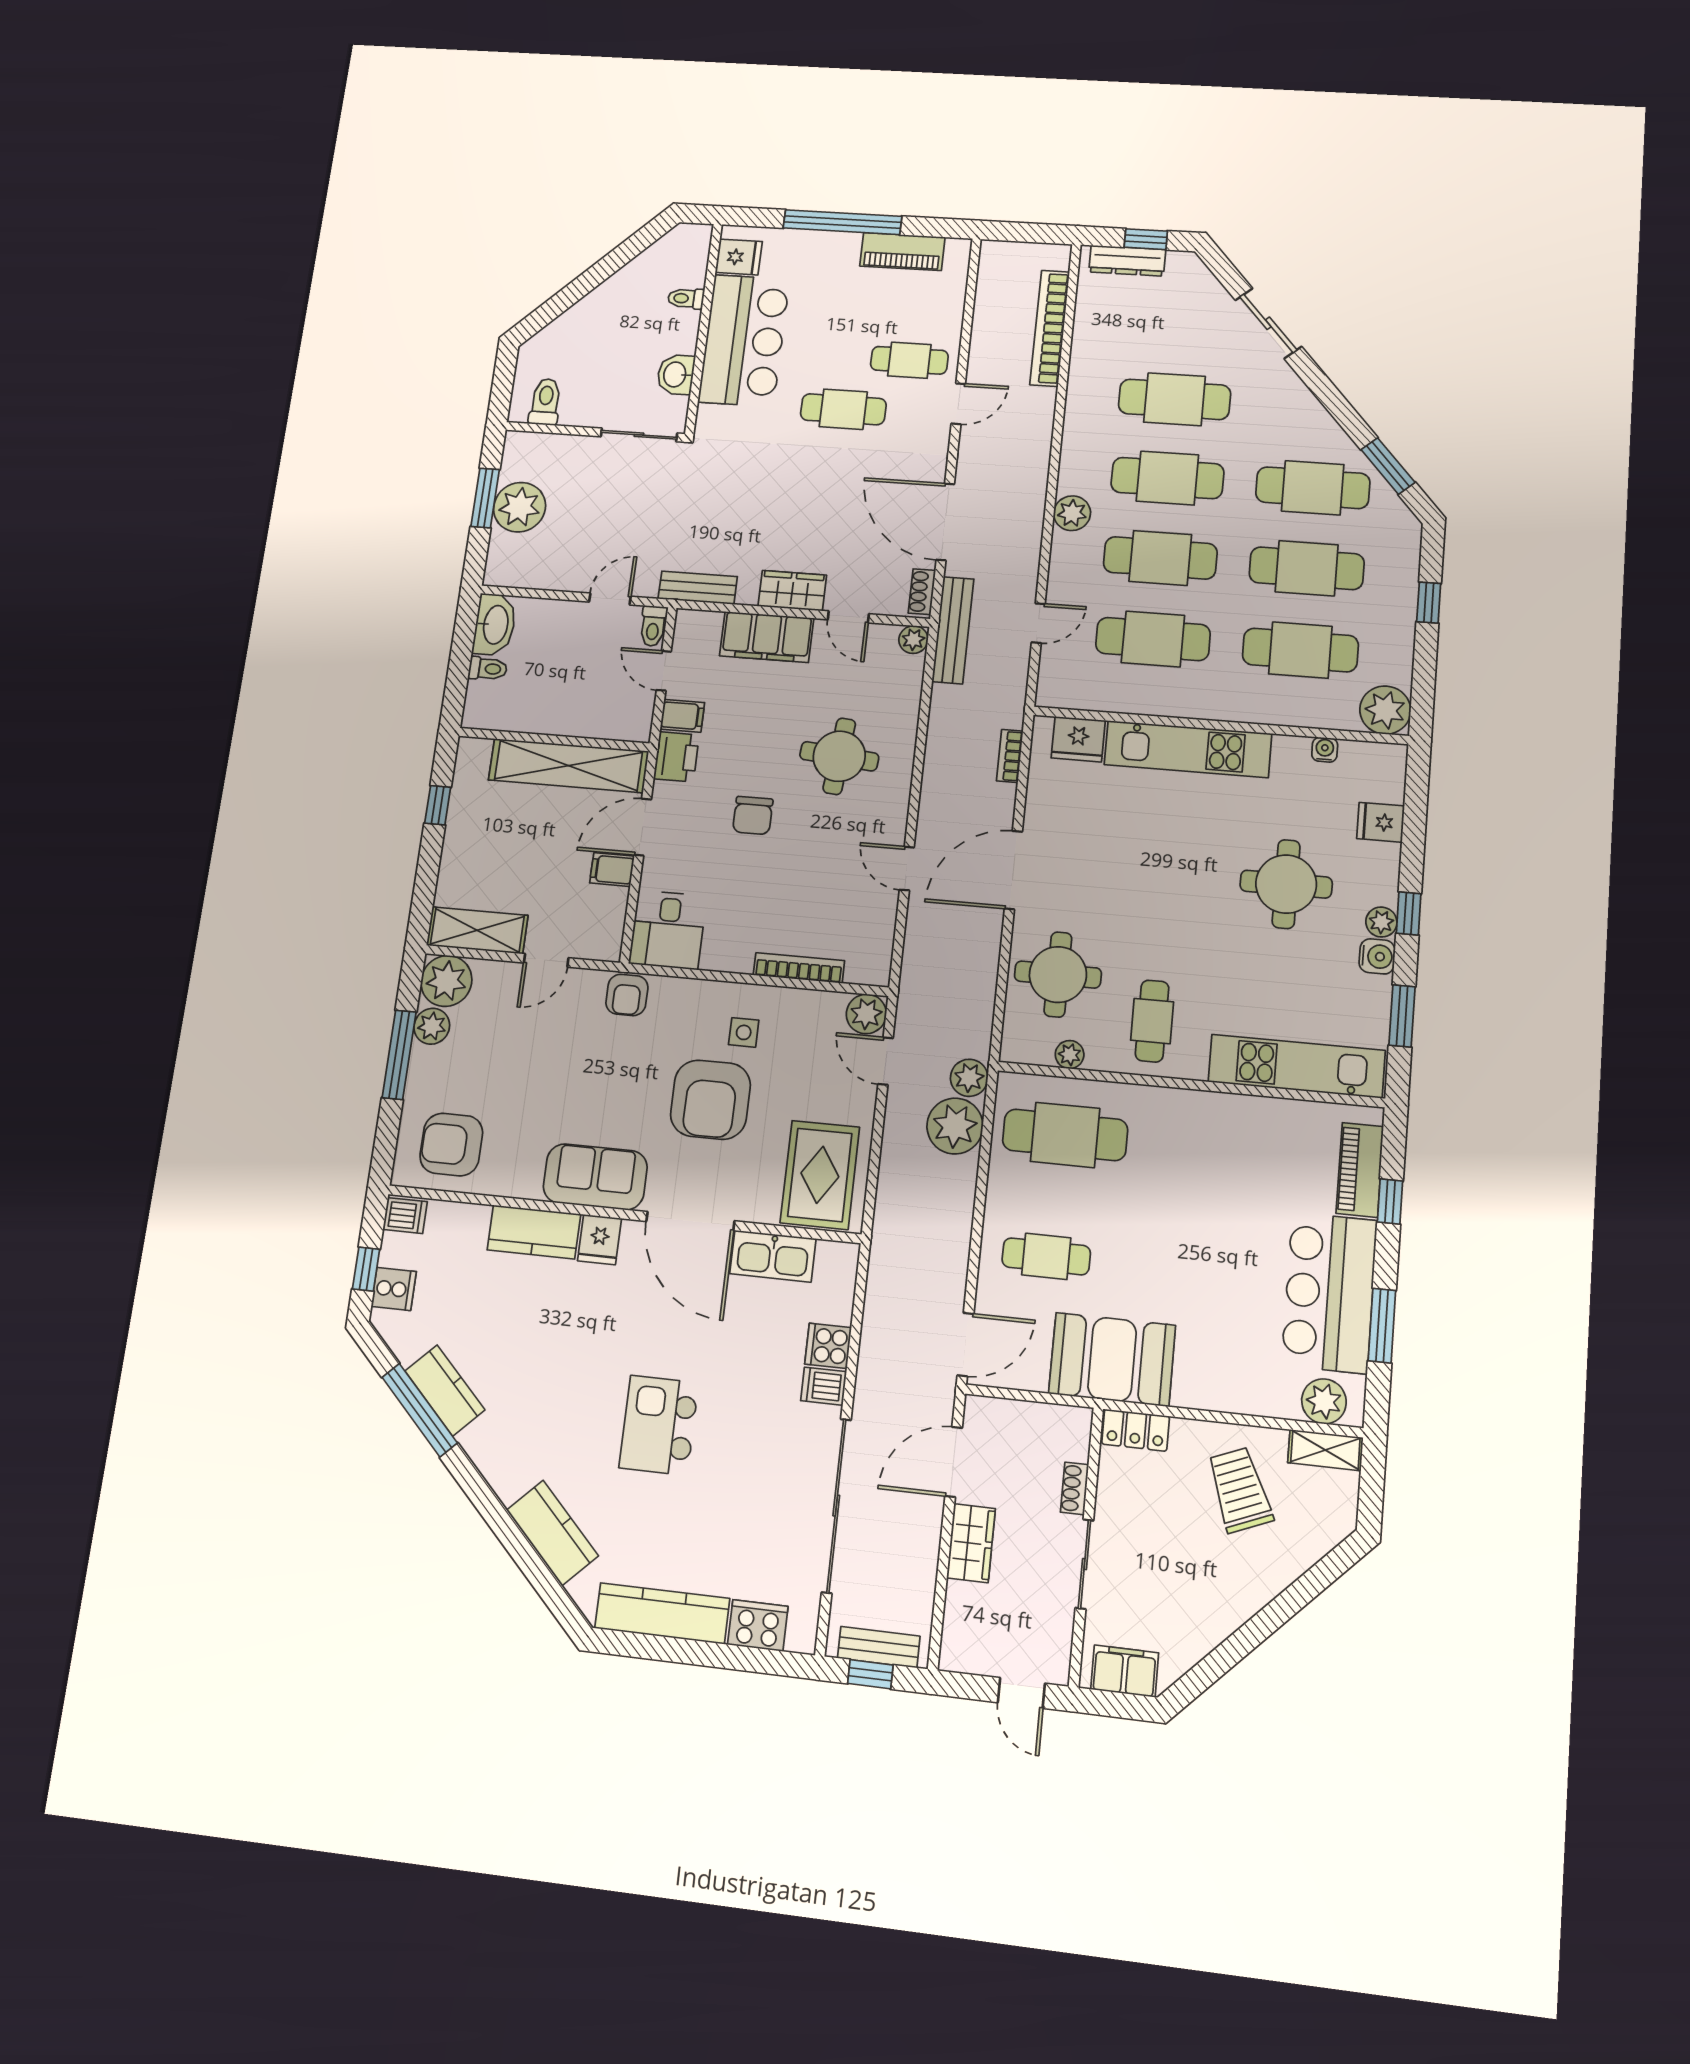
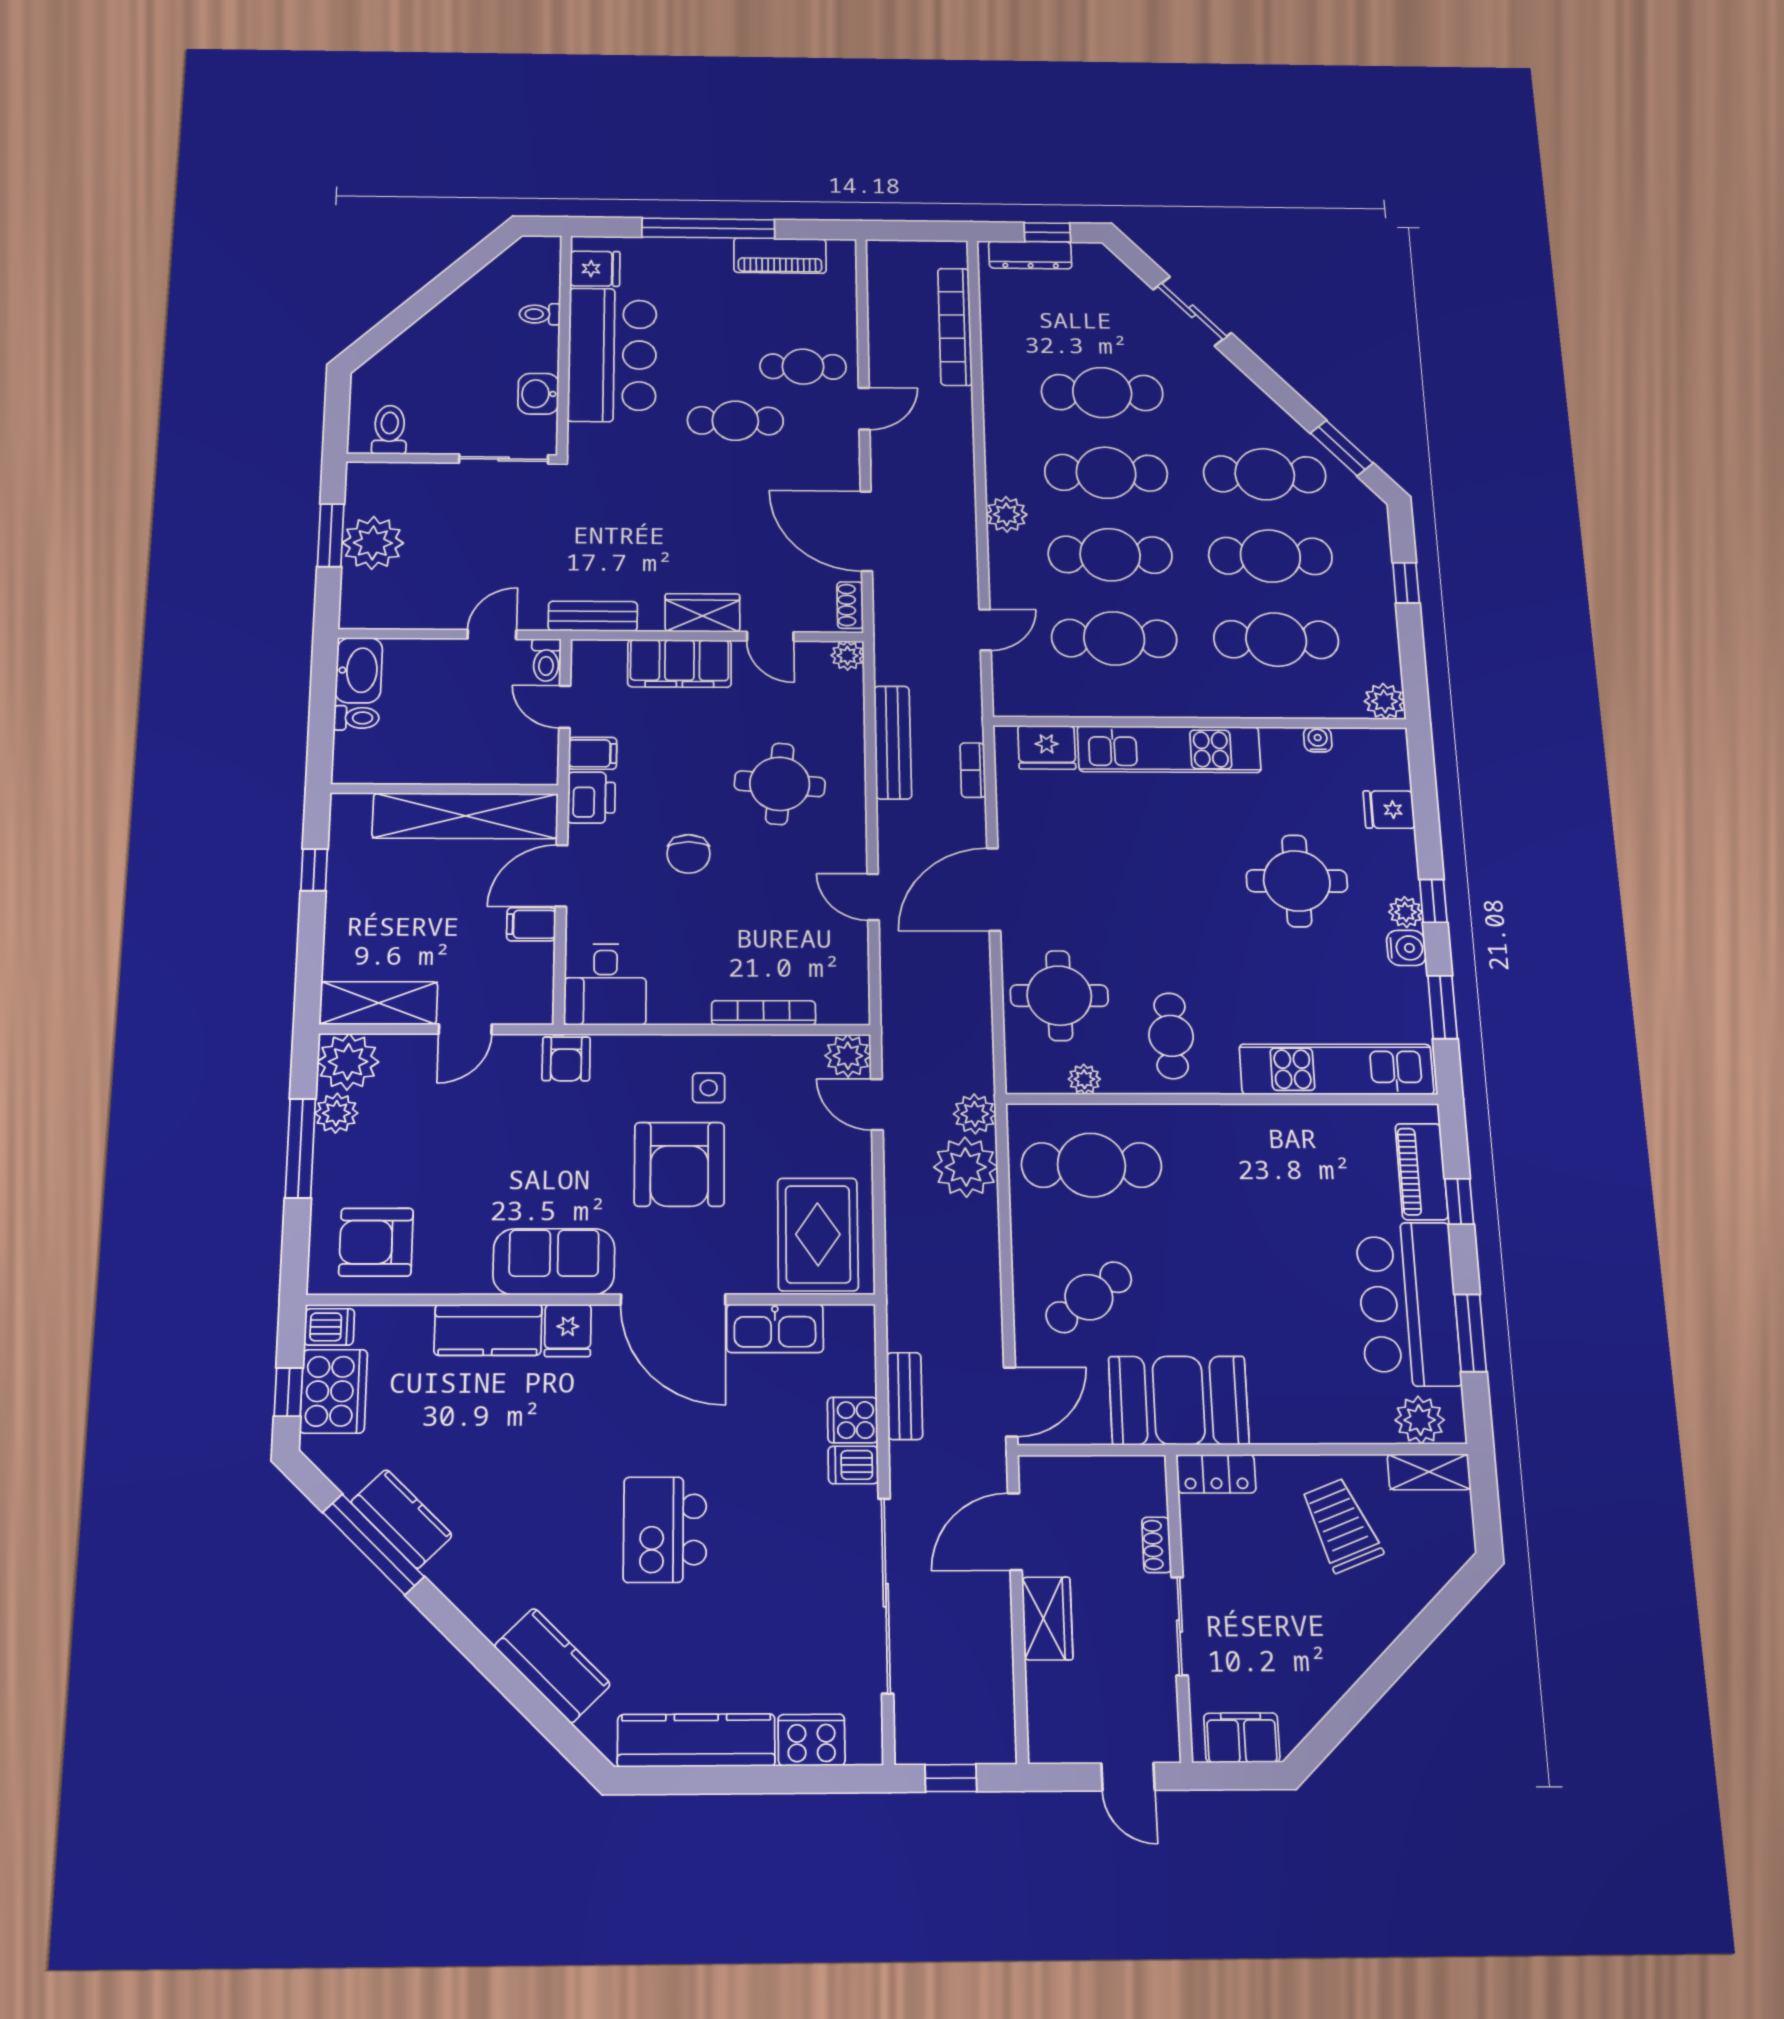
bench: (953, 630) -> (893, 742), moved
plant: (1385, 710) -> (1384, 701), width x0.73, depth x0.73
cafe table: (1046, 1256) -> (1089, 1297), turned -37
cooker: (394, 1289) -> (334, 1391), width x1.87, depth x1.31
bench: (879, 1647) -> (905, 1396), moved, turned 90

